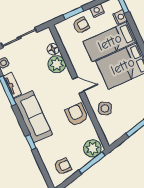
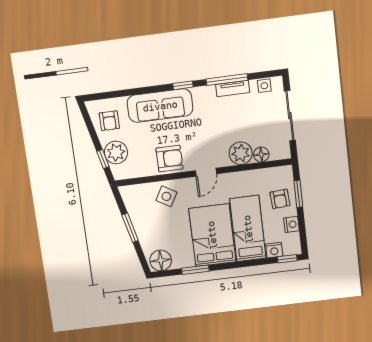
sofa: (33, 117) -> (160, 106), moved
window: (31, 142) -> (183, 85), moved
plant: (92, 148) -> (116, 152), moved
window: (92, 163) -> (103, 159), width x0.46

